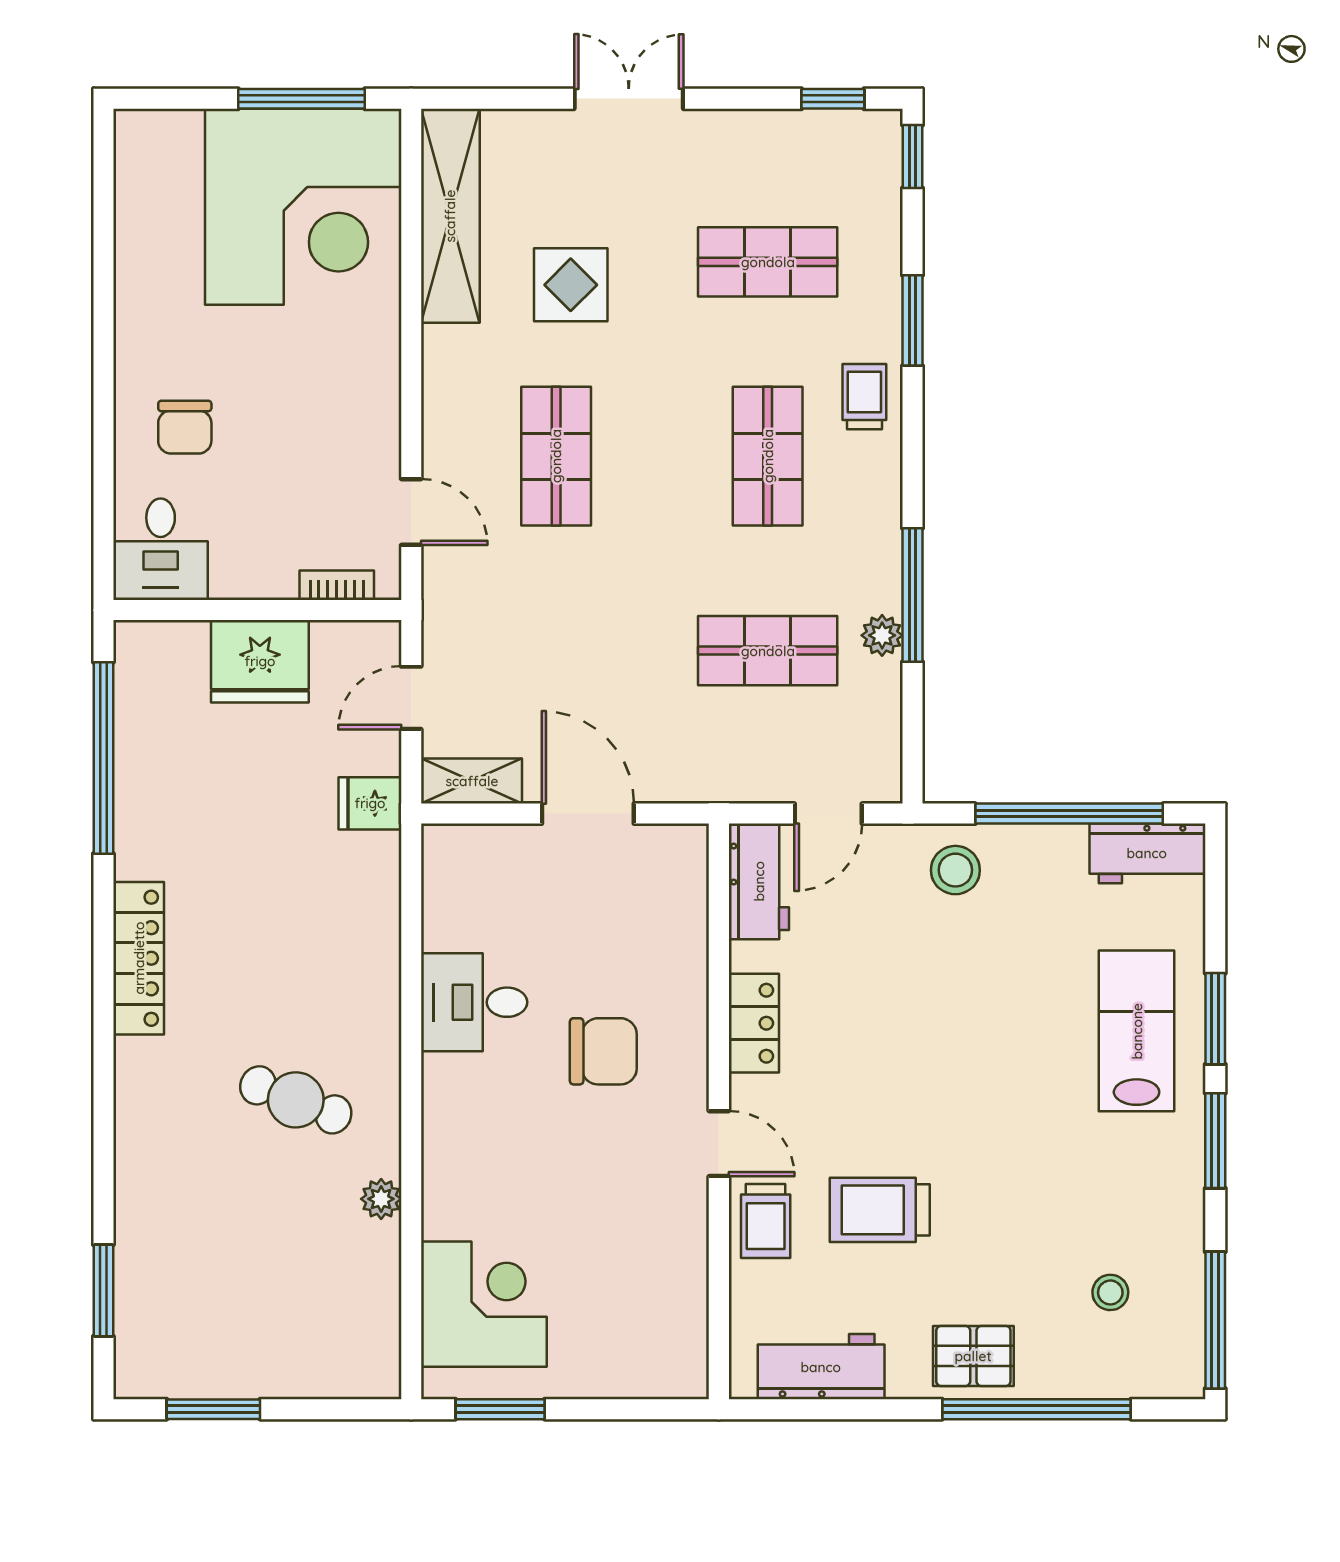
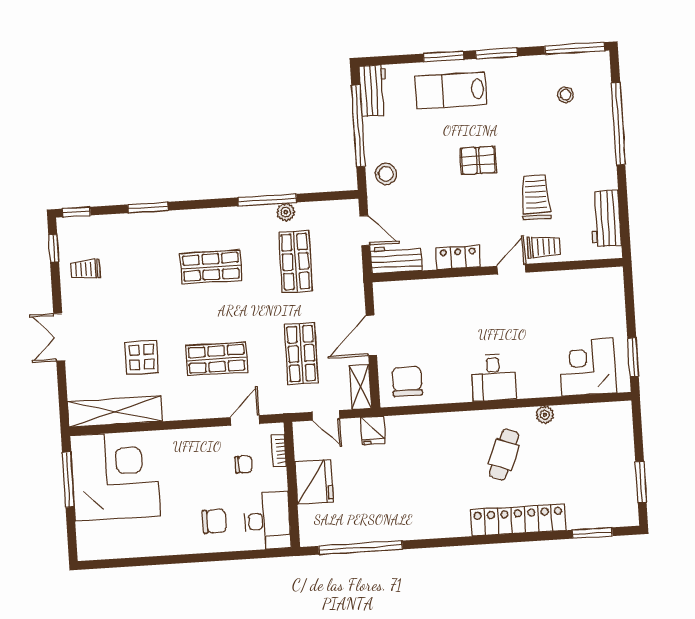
shop shelf: (768, 262) -> (301, 354), moved
trolley: (864, 397) -> (85, 269), moved
chair: (311, 502) -> (243, 464), added
desk: (161, 549) -> (268, 521), width x1.37
locker: (139, 958) -> (518, 520), moved, width x1.41, depth x1.21
desk: (474, 1002) -> (493, 377), moved
chair: (603, 1051) -> (407, 381), moved
trolley: (880, 1210) -> (536, 197), turned 180
pallet: (973, 1356) -> (478, 160), moved, turned 90

